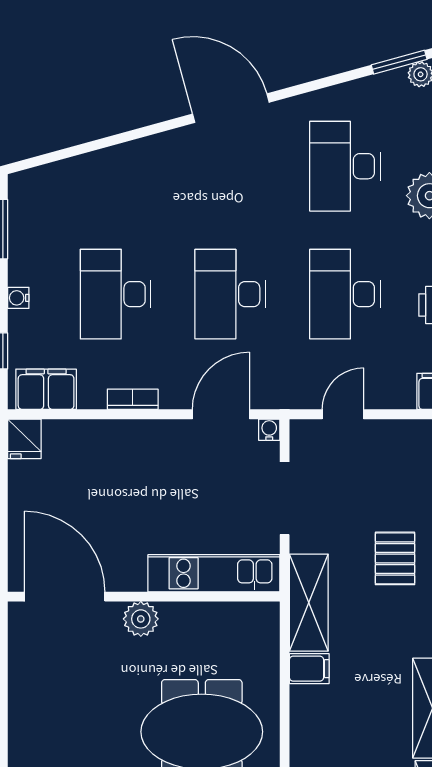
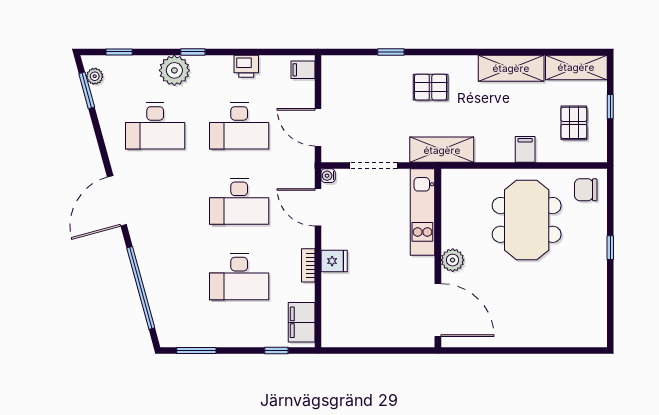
window: (98, 144) -> (141, 288), added
water cooler: (18, 298) -> (242, 340), removed
door: (343, 414) -> (318, 127), width x1.38
fridge: (24, 439) -> (334, 261), moved
pallet: (395, 558) -> (431, 87), moved
door: (65, 597) -> (438, 310), swing flipped
filing cabinet: (309, 669) -> (525, 149), moved

